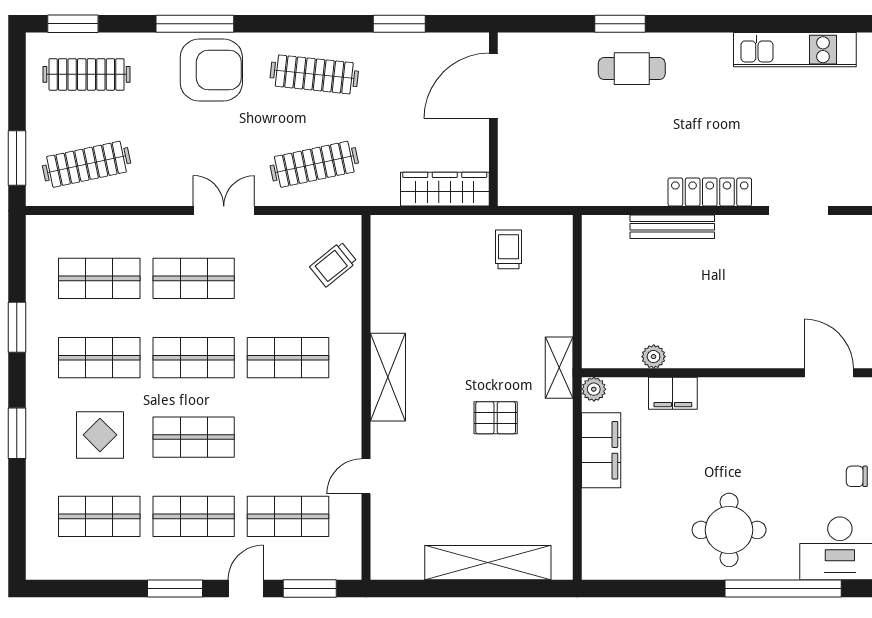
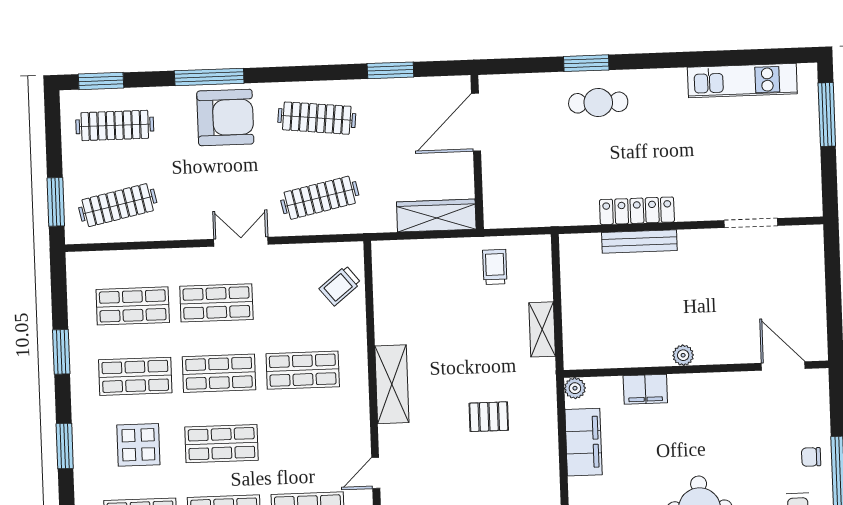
locker: (710, 192) -> (637, 211), moved
plant: (654, 357) -> (683, 355), moved
shelving: (559, 368) -> (542, 329), moved

